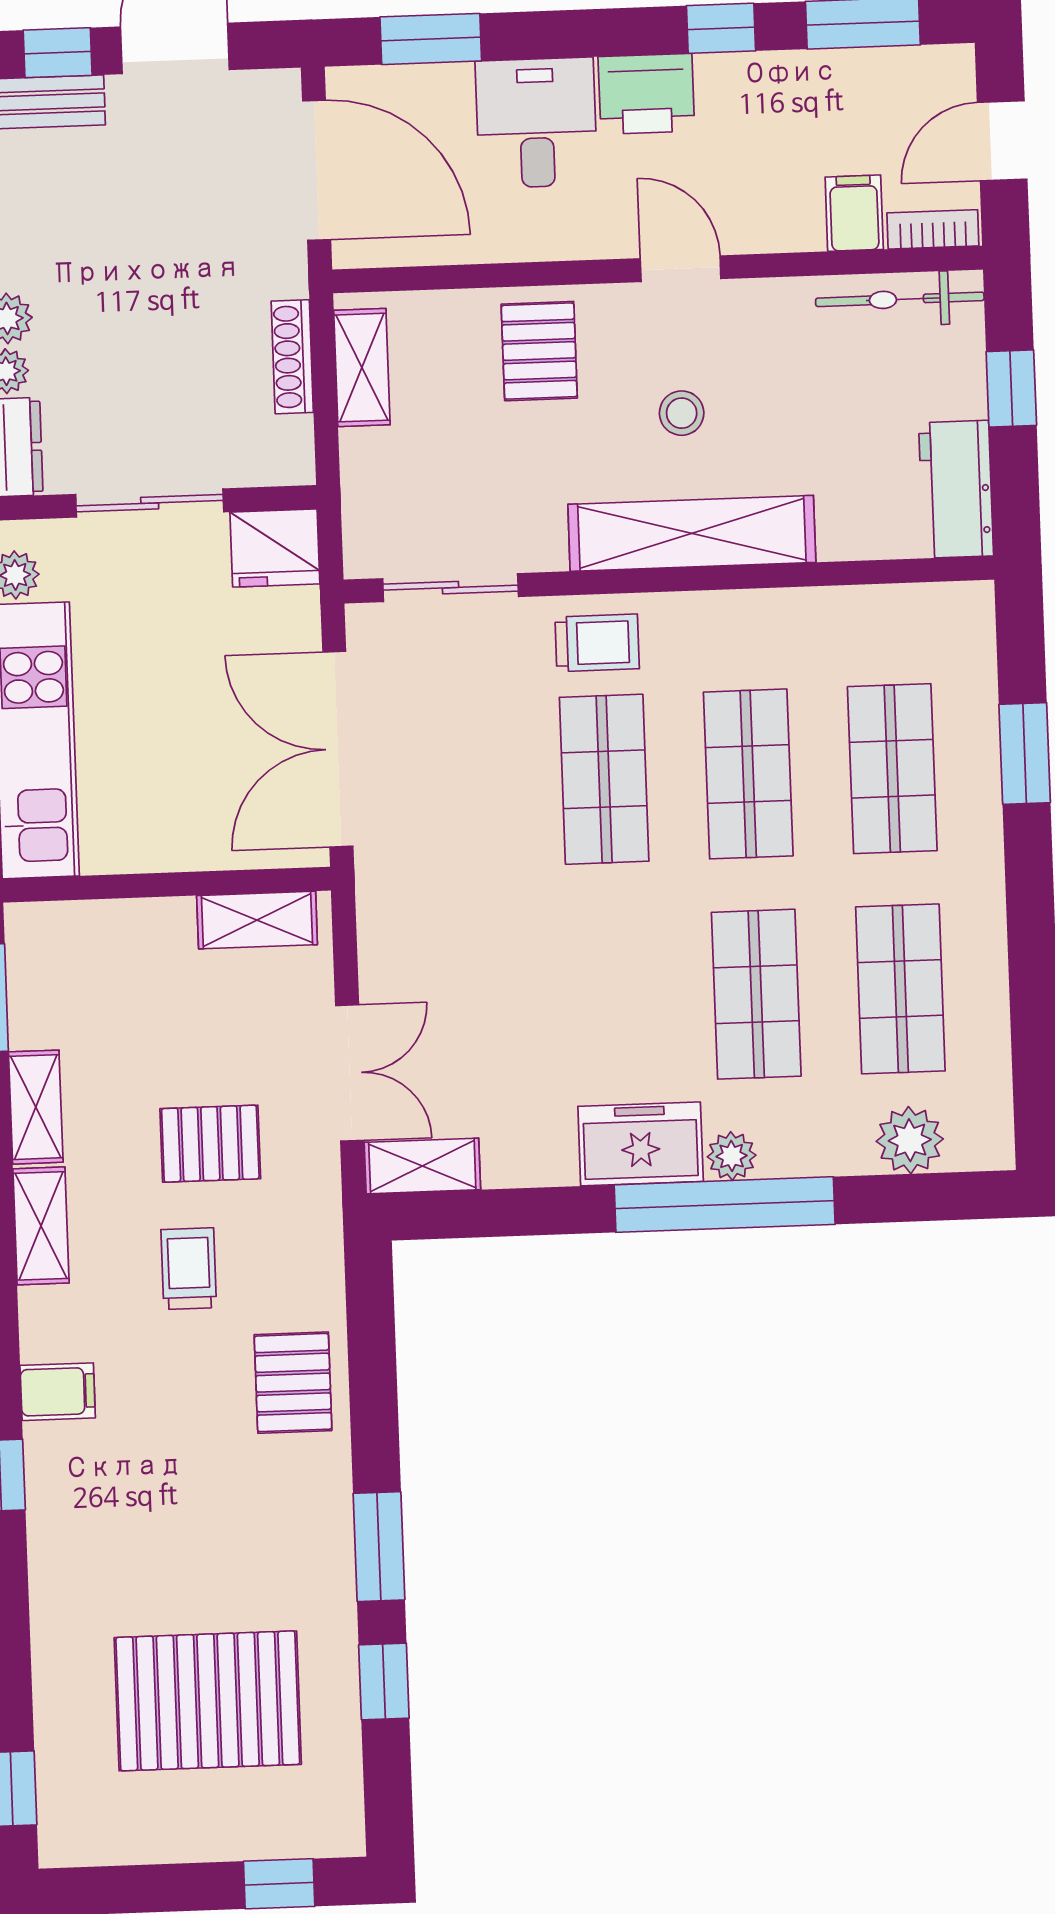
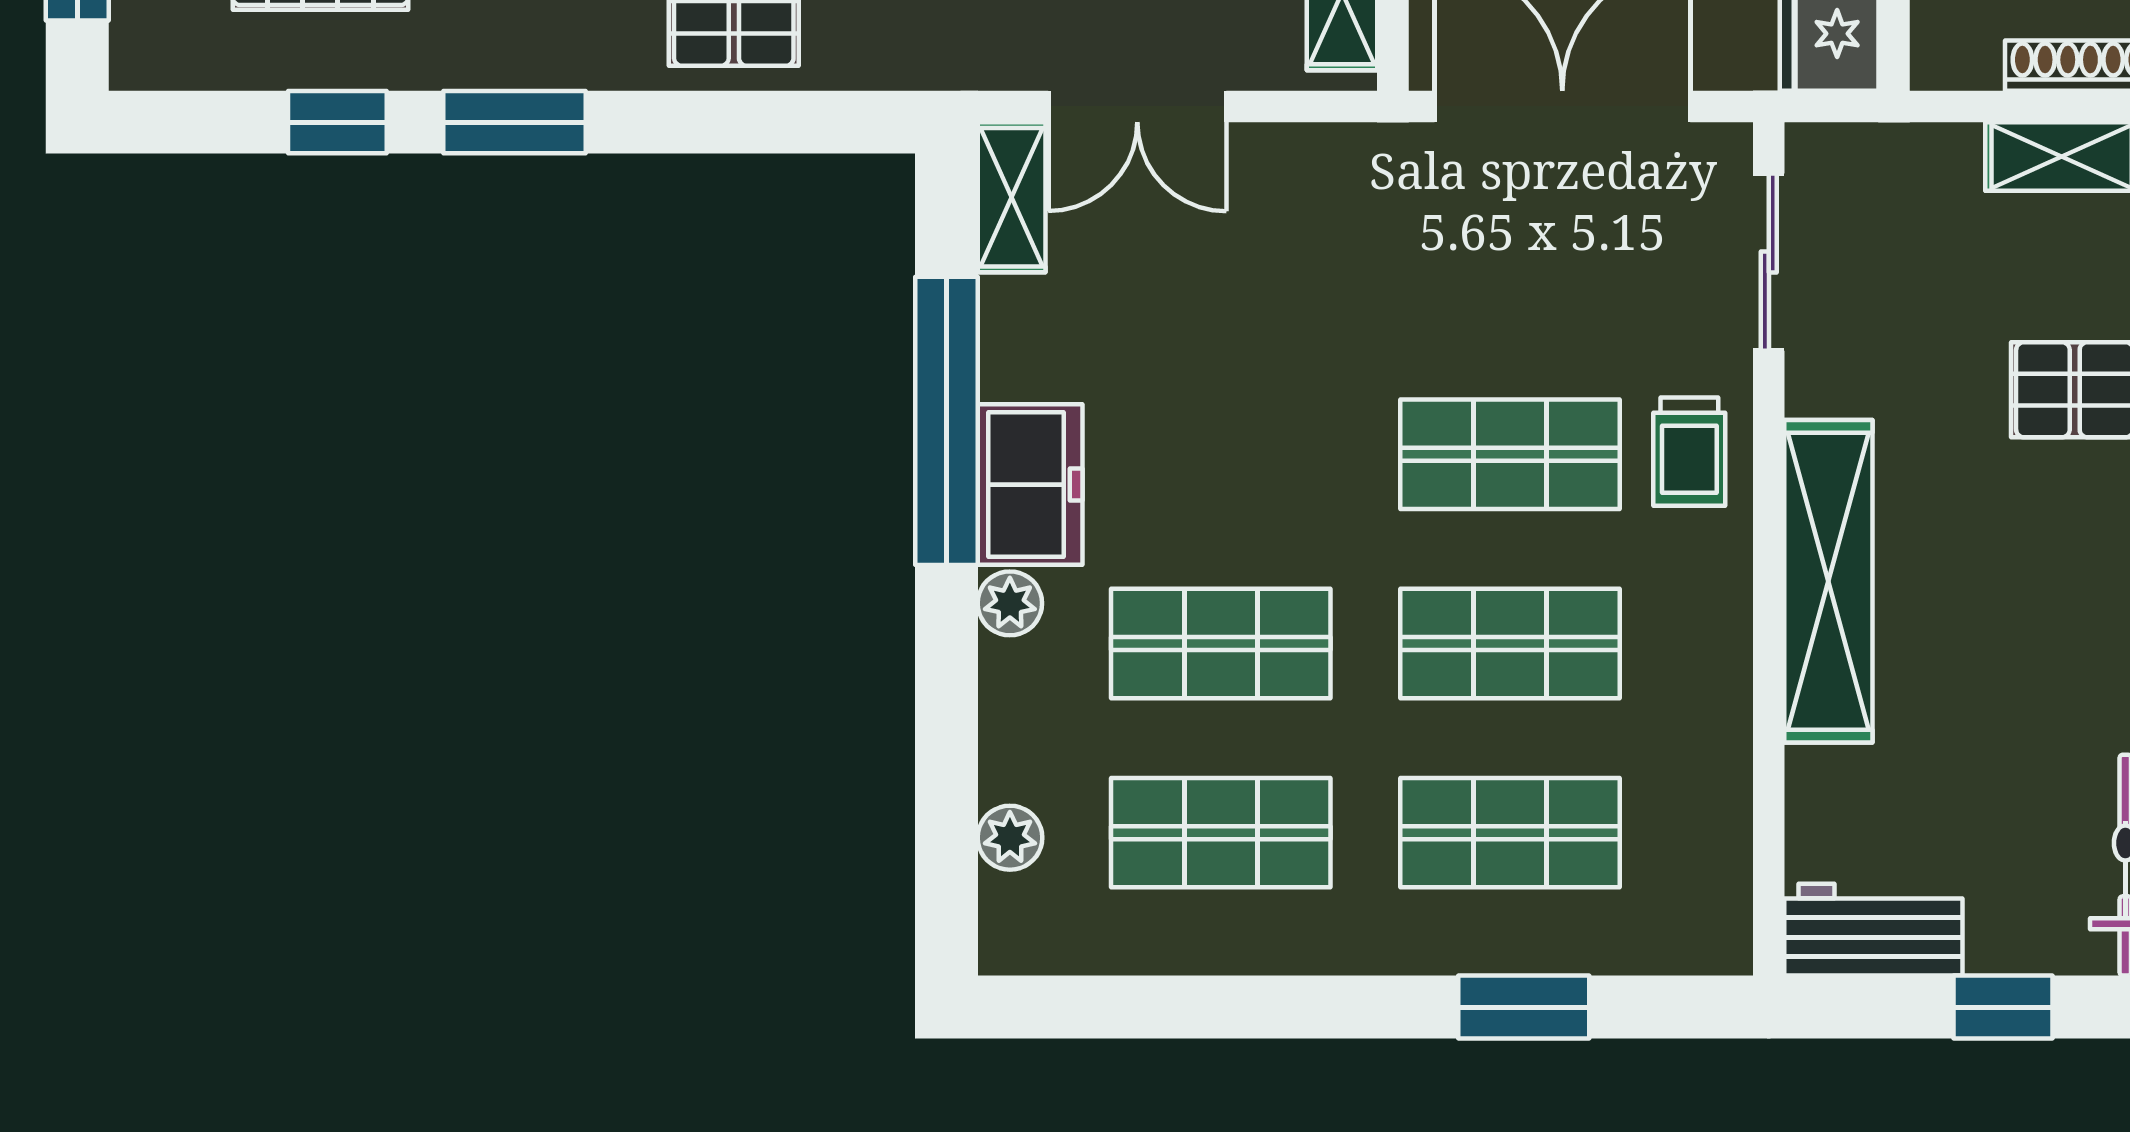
stool: (682, 413) -> (1987, 574), removed
plant: (910, 1140) -> (1010, 838), width x0.73, depth x0.73
window: (725, 1205) -> (946, 421), moved

